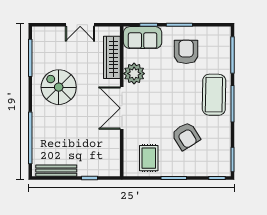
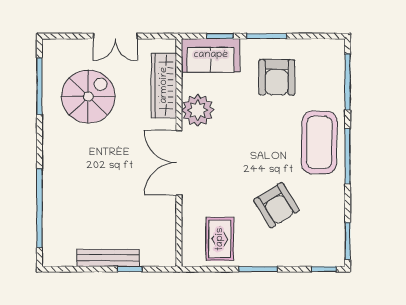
armchair: (186, 52) -> (277, 77), turned 180
spiral stairs: (59, 87) -> (88, 96), moved, turned 90
bench: (56, 171) -> (108, 258), moved

